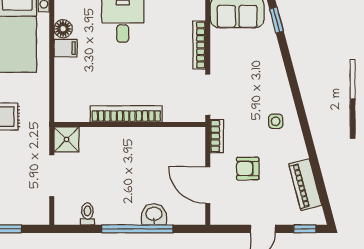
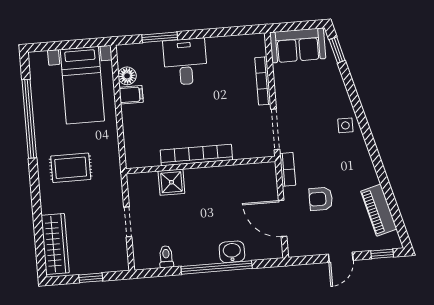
side table: (276, 121) -> (345, 125), moved
shower: (66, 139) -> (171, 182), moved
doorway: (52, 176) -> (128, 222), width x0.73

